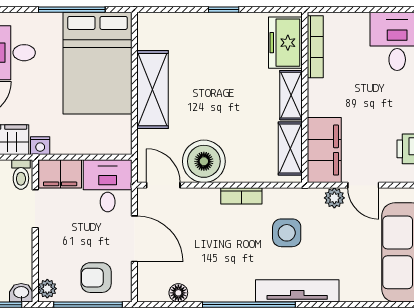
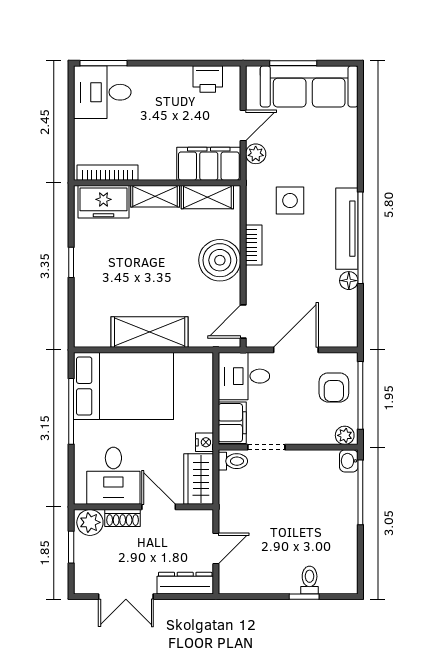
boiler: (204, 161) -> (220, 260), moved
tv unit: (297, 291) -> (347, 229), moved
floor lamp: (178, 293) -> (349, 281), moved

